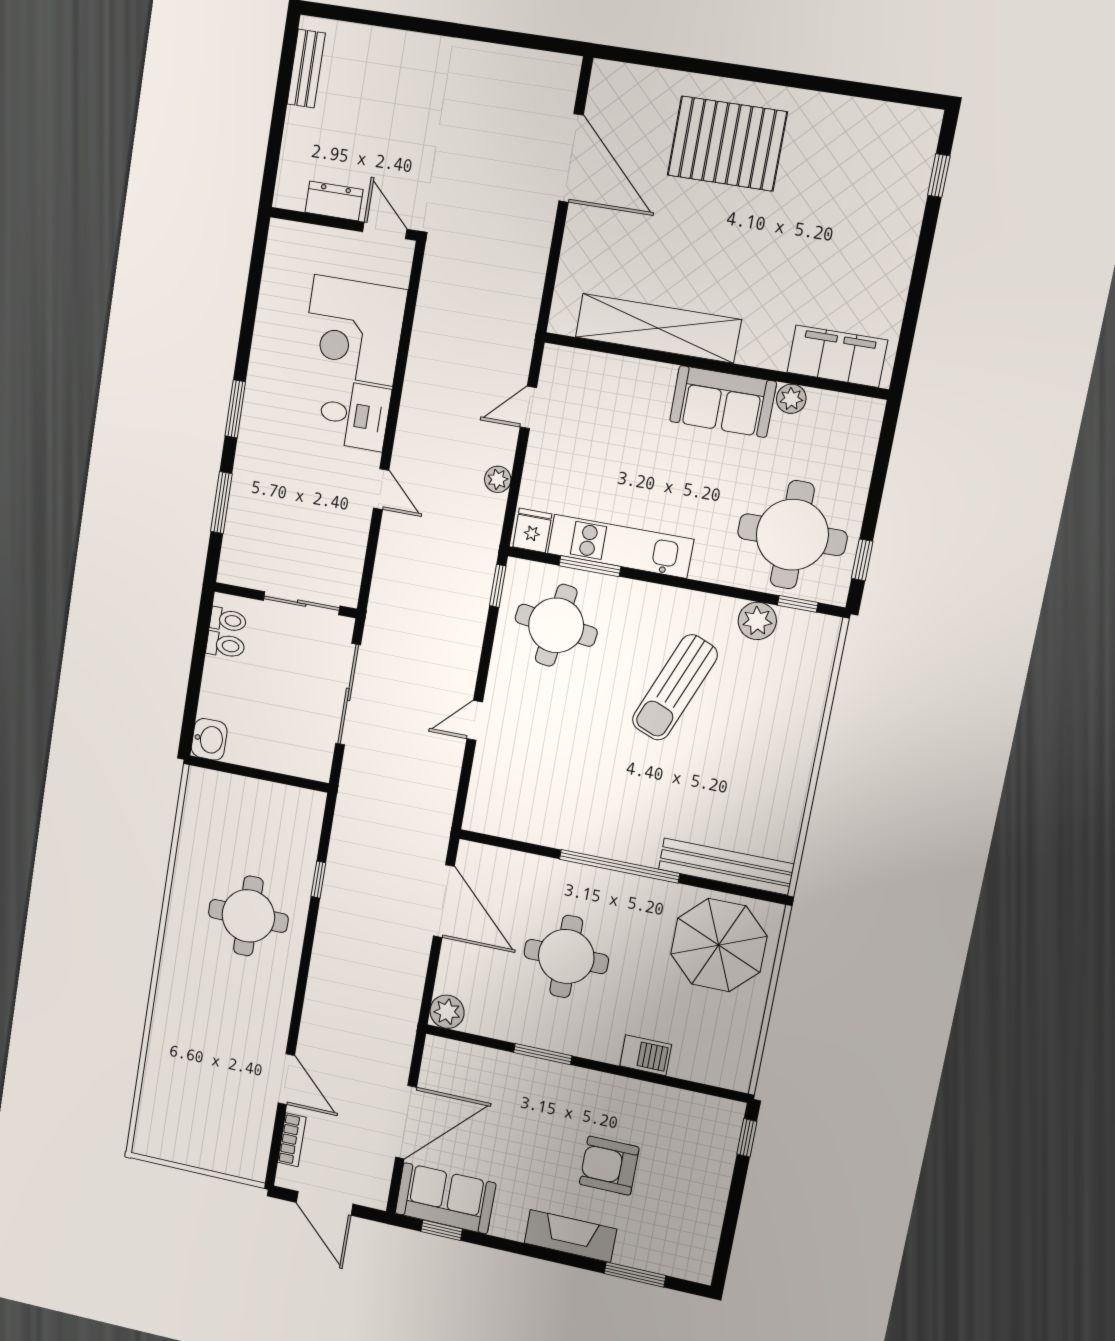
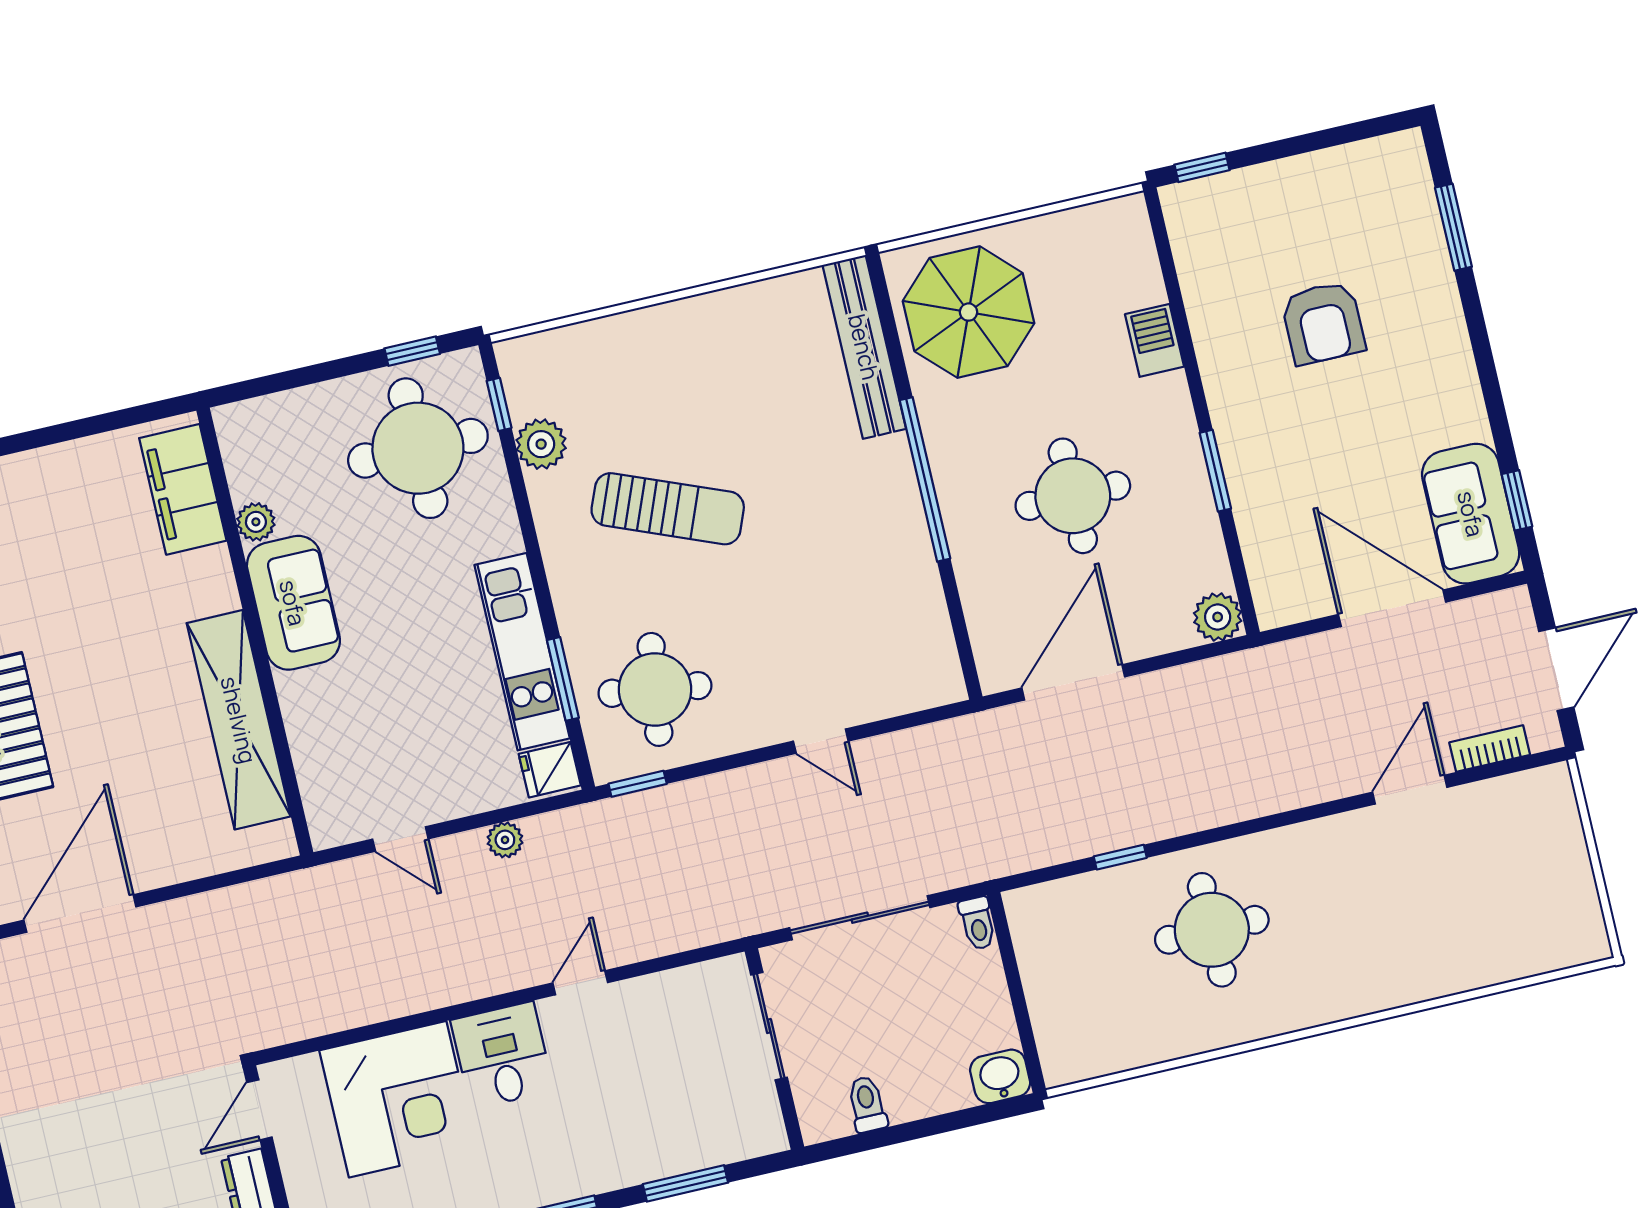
toilet: (228, 620) -> (977, 923), moved, turned 180
fireplace: (570, 1236) -> (1442, 331), removed

